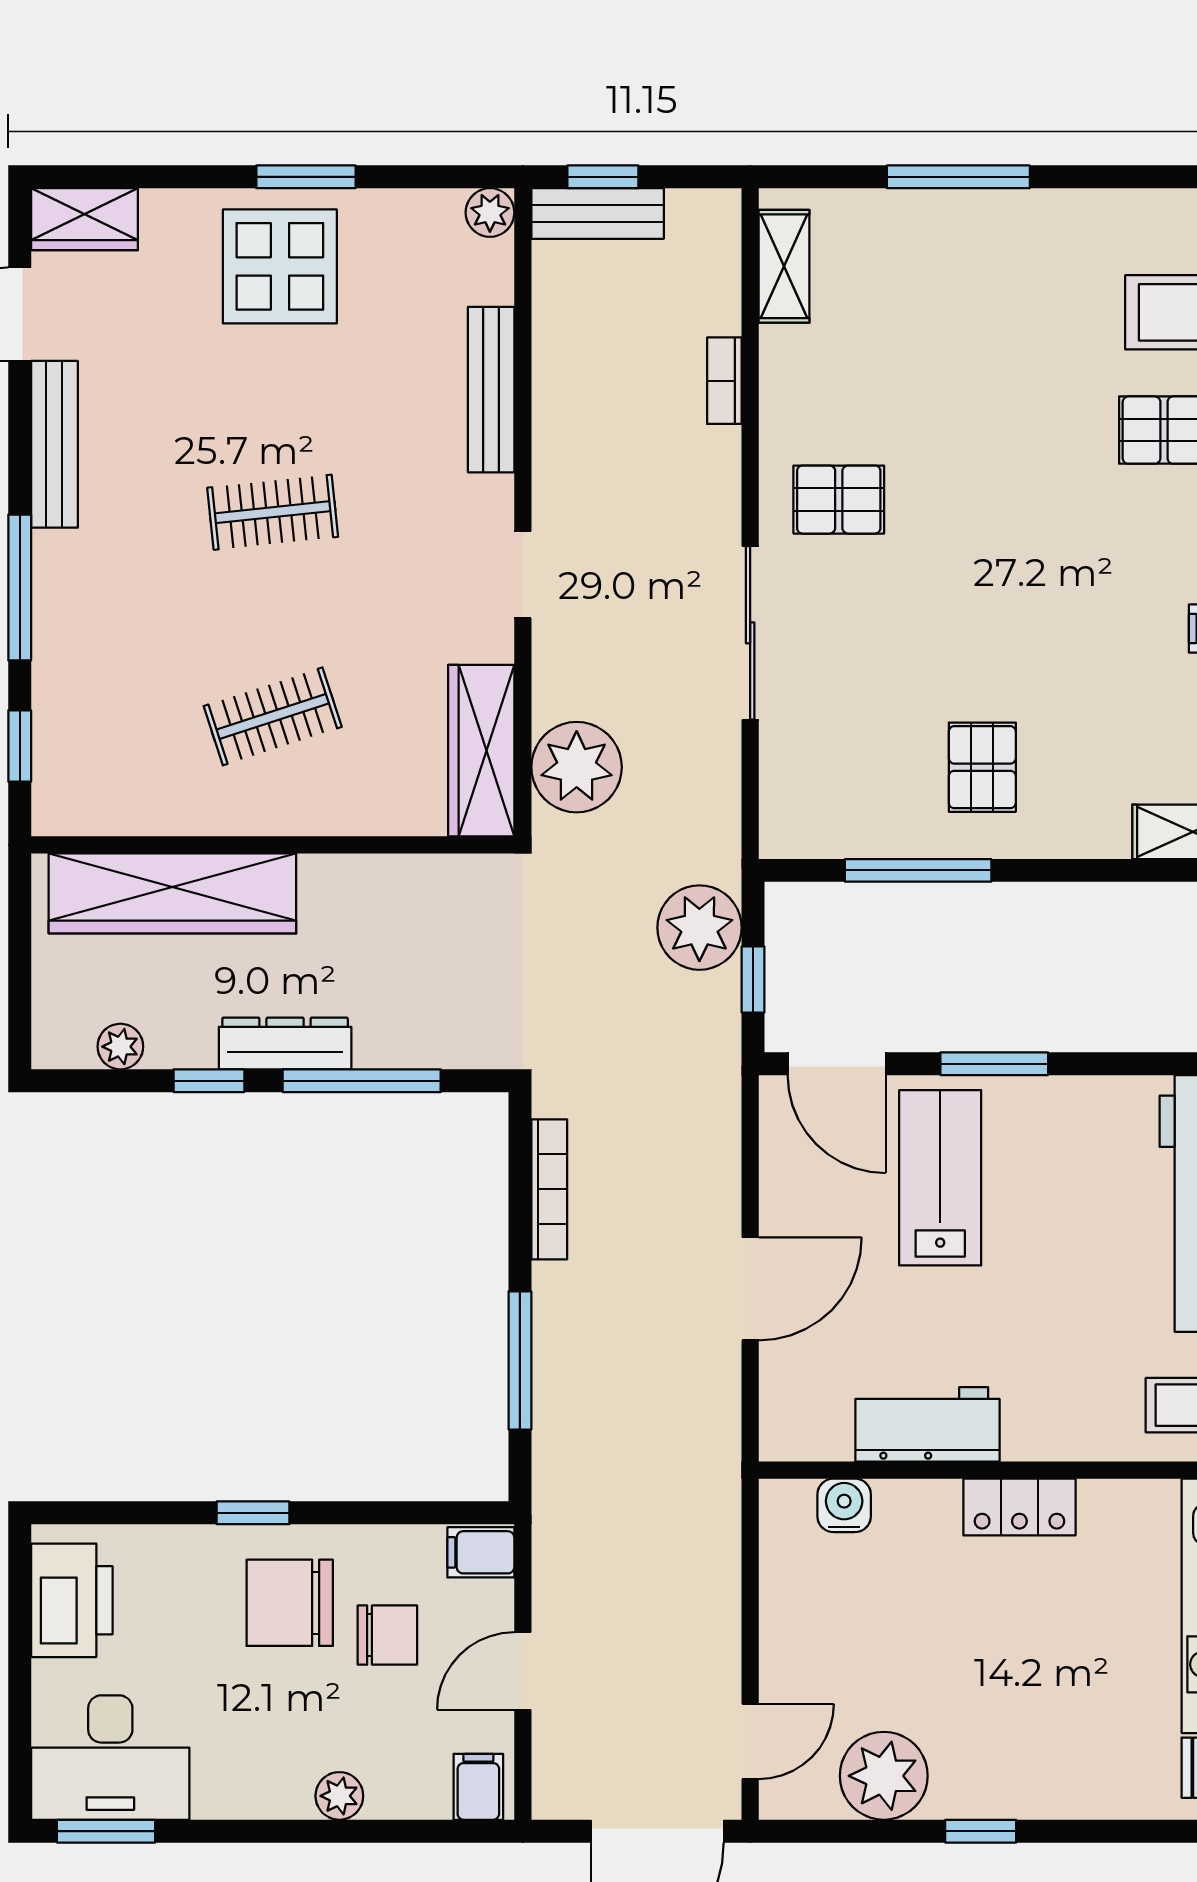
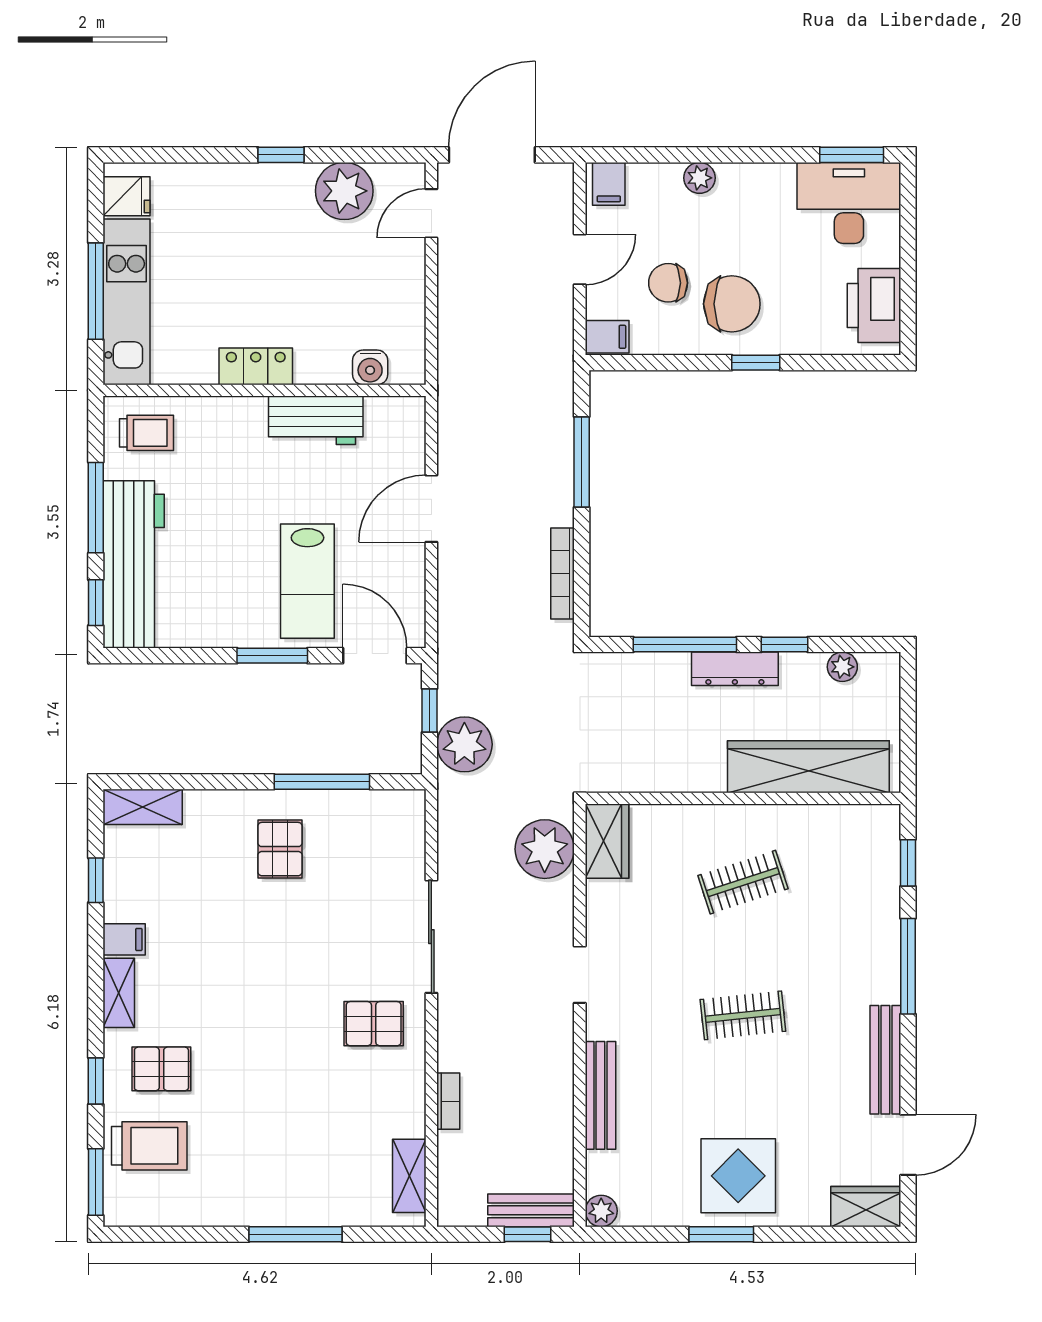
wardrobe: (481, 751) -> (607, 841), width x0.67

